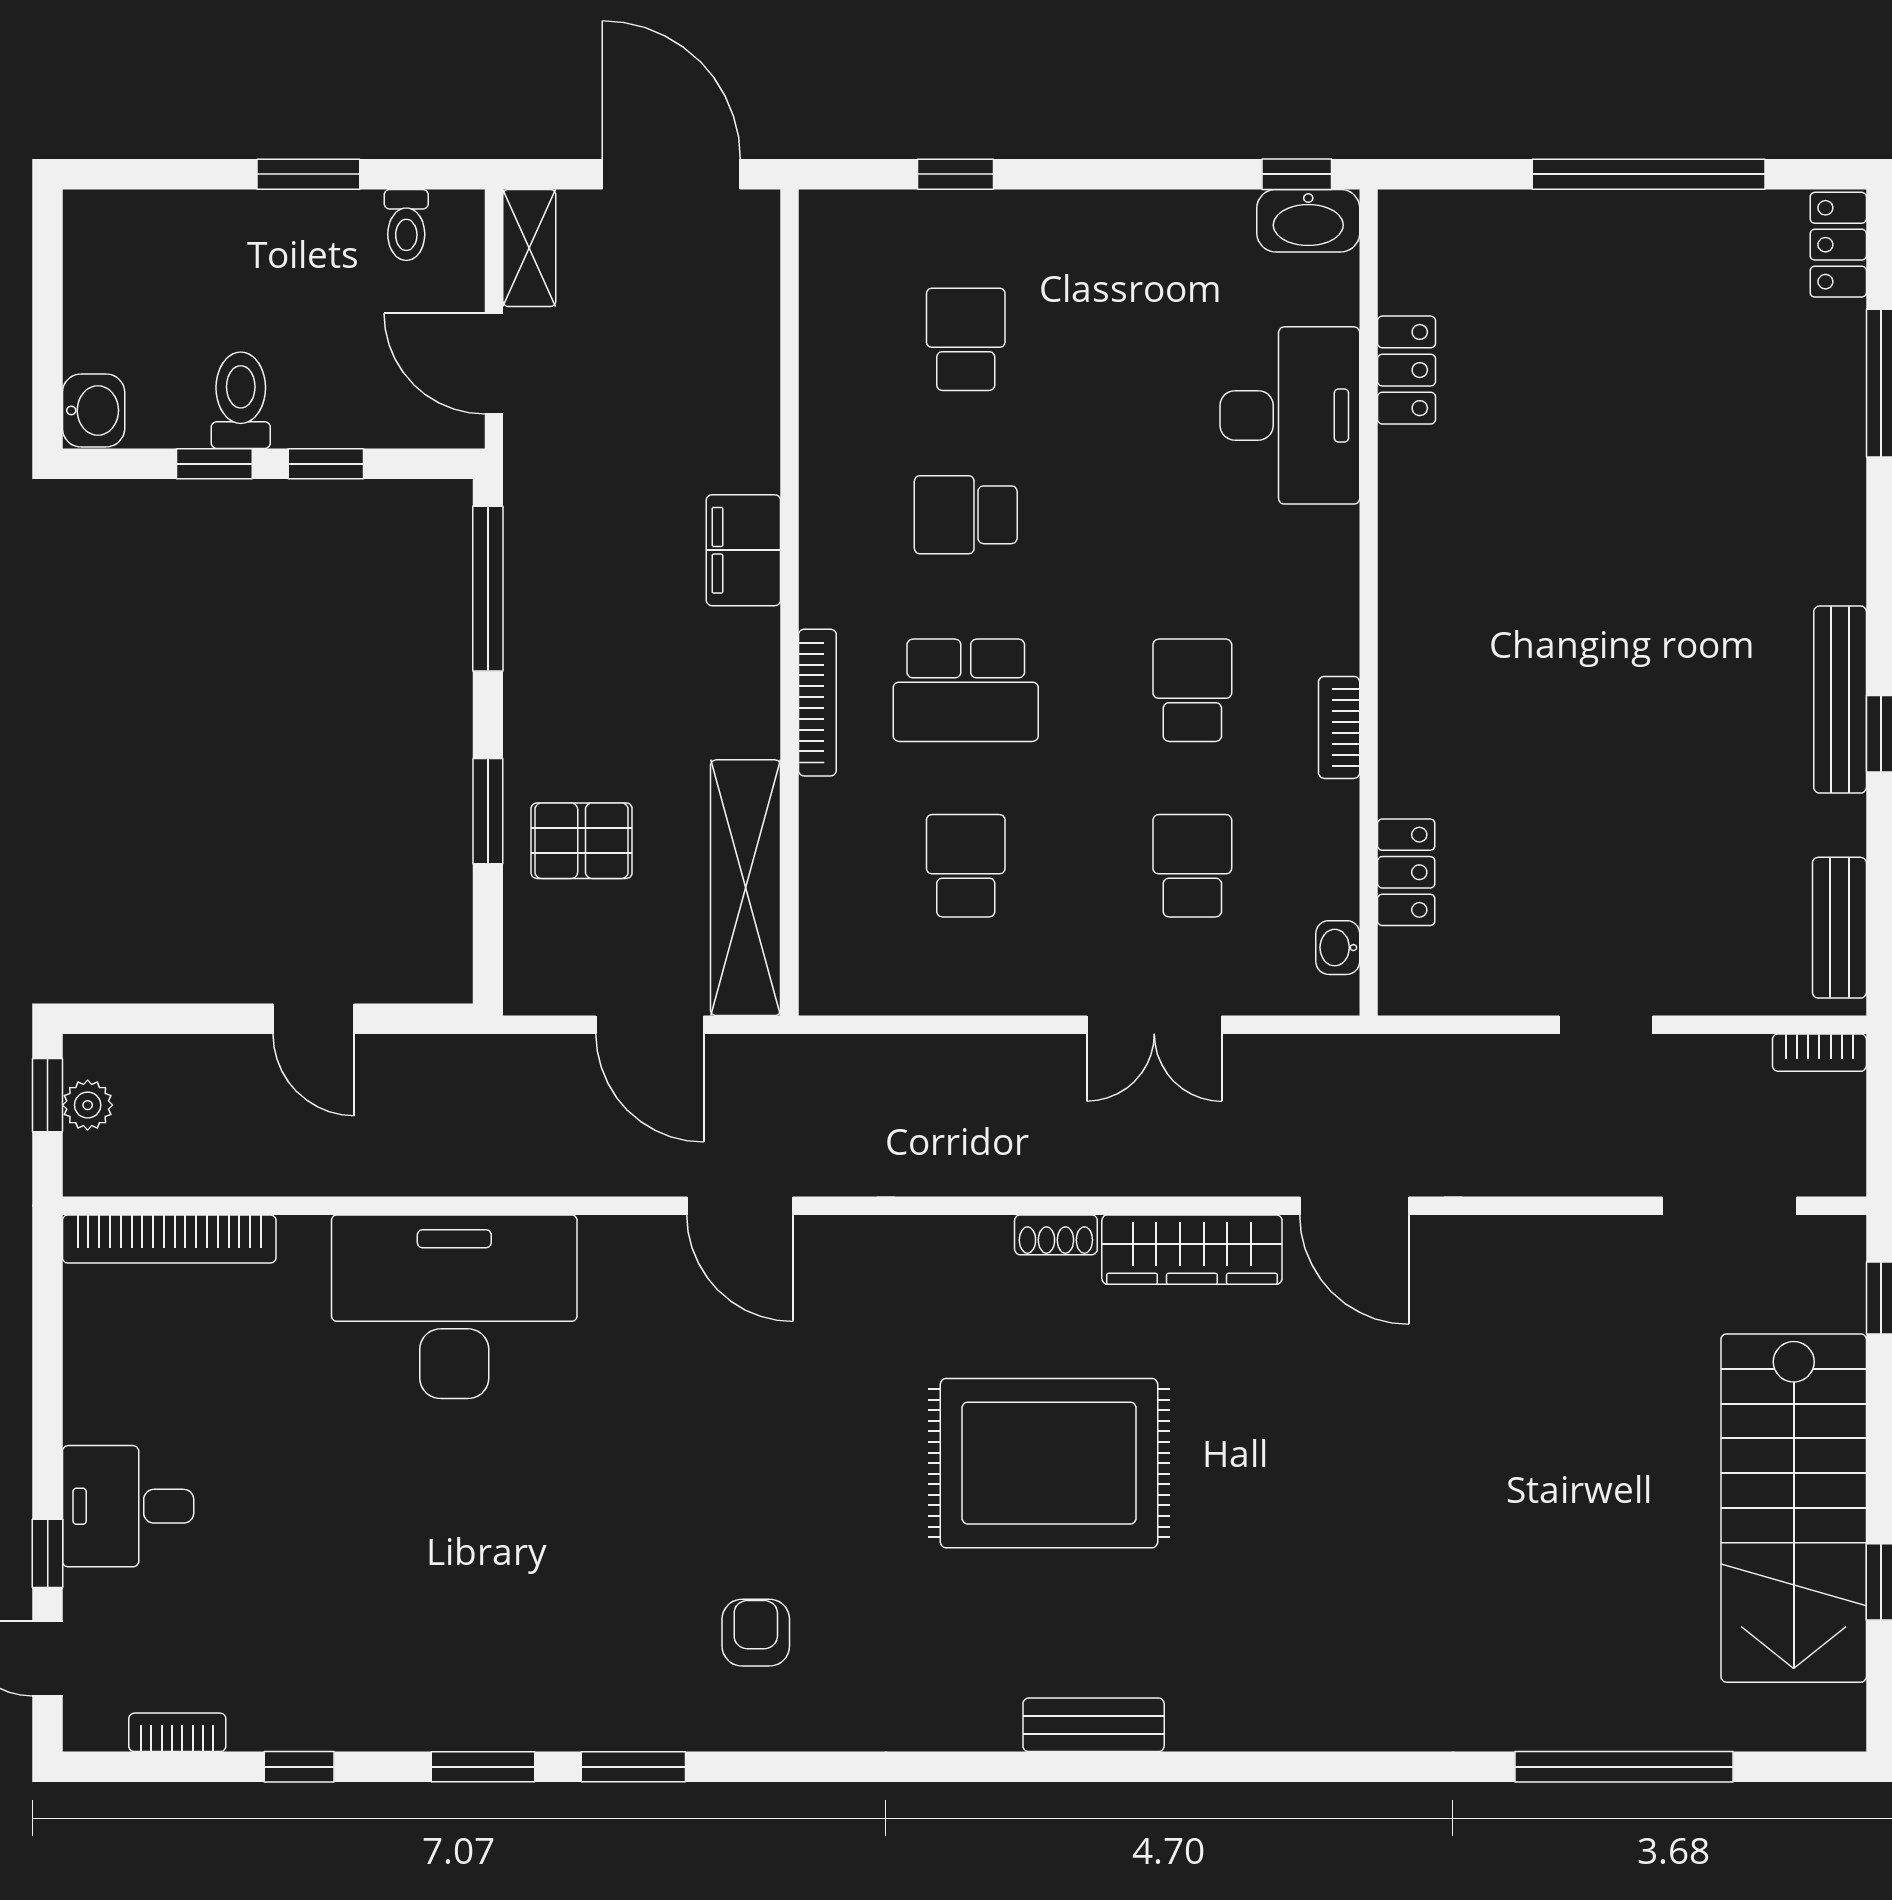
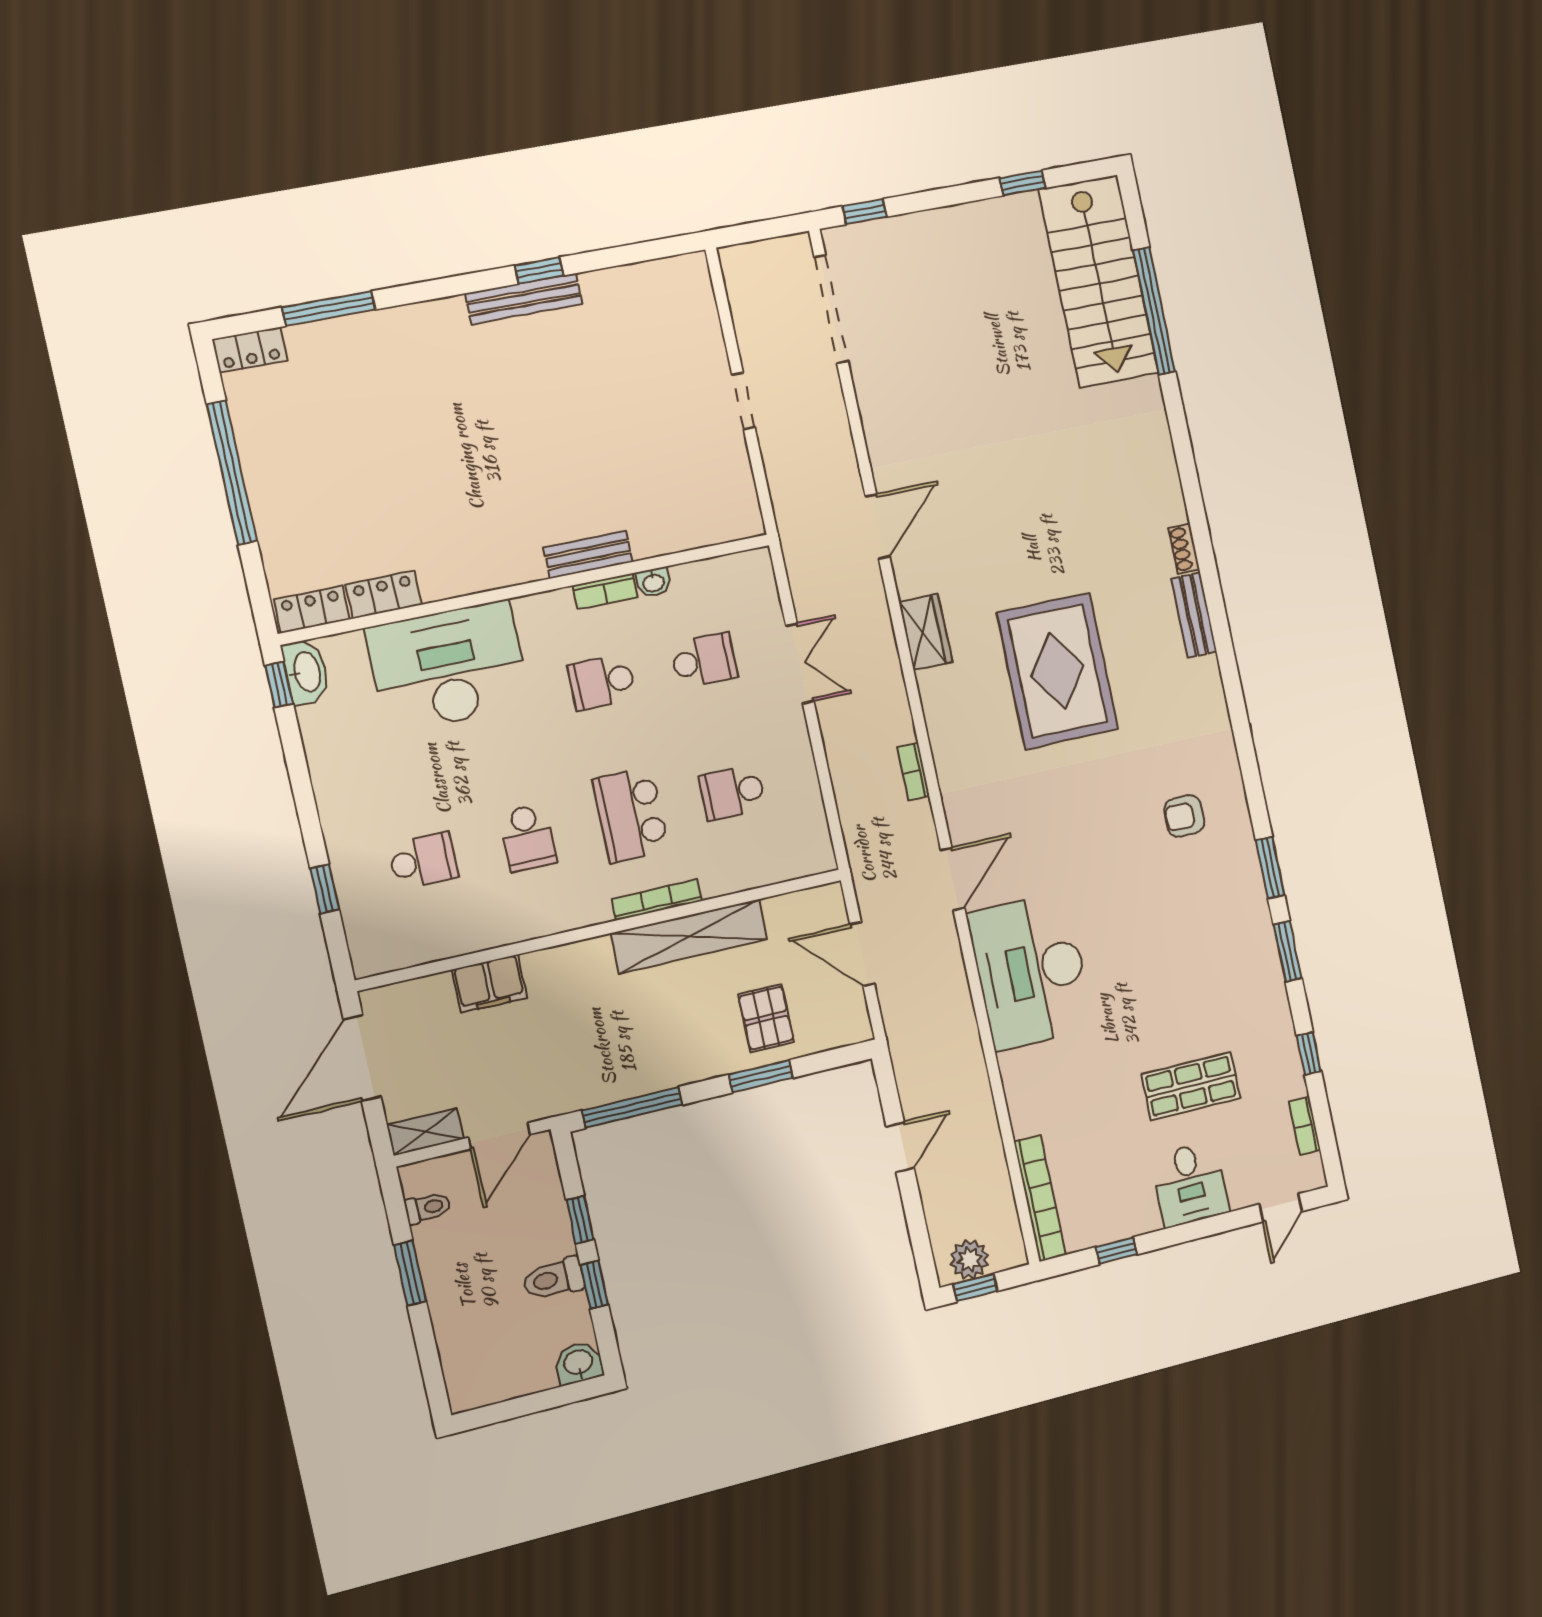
school desk: (966, 339) -> (423, 861), turned 180
desk: (1290, 415) -> (448, 667), width x1.36, depth x1.30
filing cabinet: (743, 550) -> (489, 984), moved
school desk: (966, 690) -> (631, 815), turned 180
school desk: (1192, 866) -> (704, 661), turned 180
locker: (1406, 872) -> (312, 609), moved
shelving: (746, 888) -> (689, 936), moved
bench: (1839, 928) -> (588, 555), moved
washbasin: (1338, 948) -> (653, 582), moved
door: (650, 1025) -> (862, 954), swing flipped
bookcase: (1819, 1053) -> (913, 772), moved, turned 180
plant: (88, 1105) -> (969, 1260), width x1.38, depth x1.38
doorway: (1730, 1206) -> (831, 309), width x1.36
shoe rack: (1056, 1235) -> (1184, 549), moved, turned 180
wardrobe: (1192, 1250) -> (926, 632), width x0.67
desk: (454, 1307) -> (1031, 971), moved
stairs: (1794, 1508) -> (1099, 281), moved, turned 90
shop shelf: (294, 1544) -> (1191, 1086), added
window: (48, 1553) -> (1116, 1251), moved

